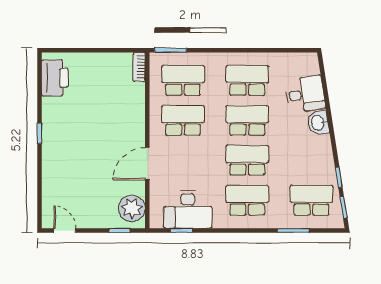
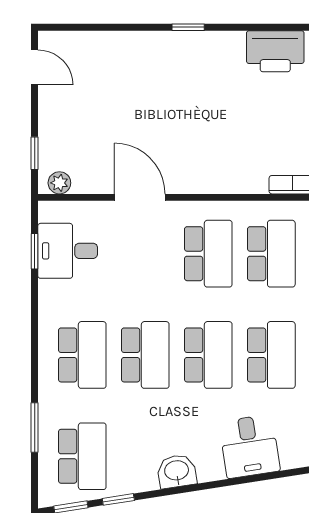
washbasin: (318, 123) -> (177, 471), moved
plant: (132, 209) -> (59, 183), width x0.53, depth x0.53
desk: (188, 210) -> (68, 251), width x0.73
door: (65, 231) -> (35, 67), hinge flipped

